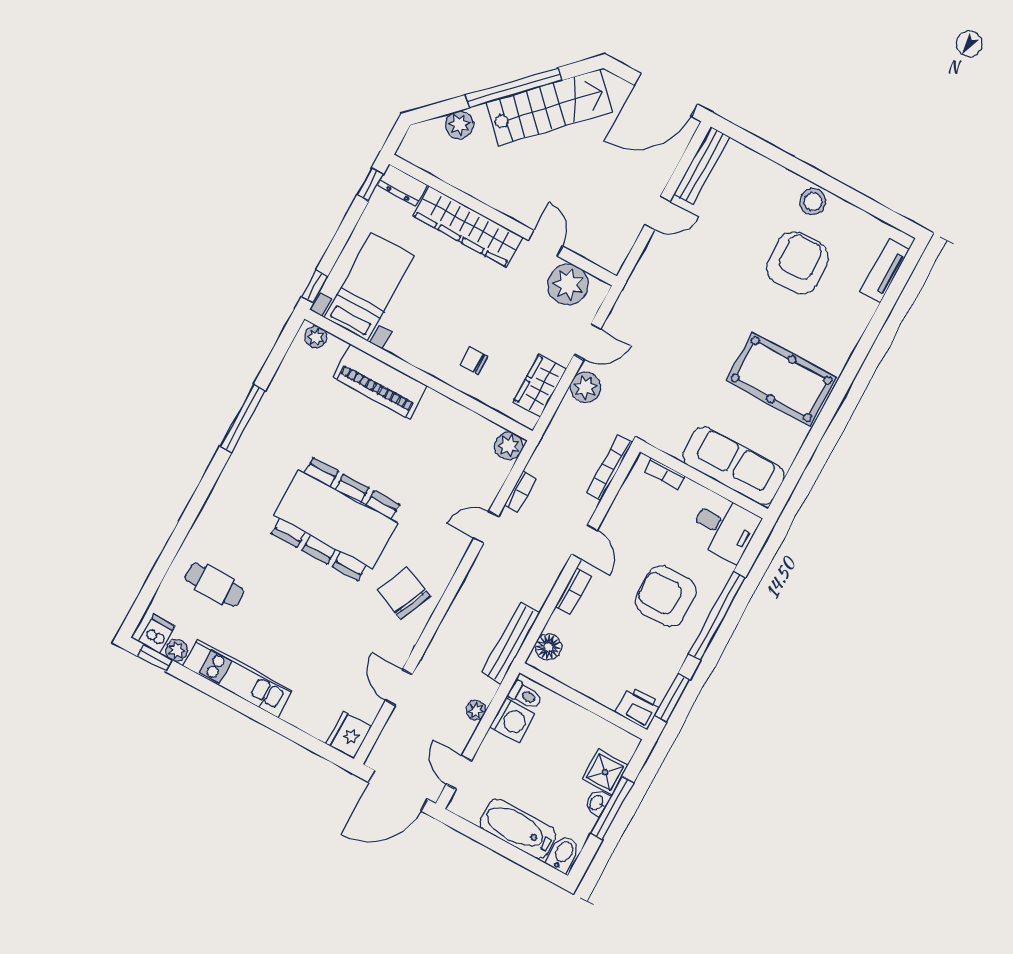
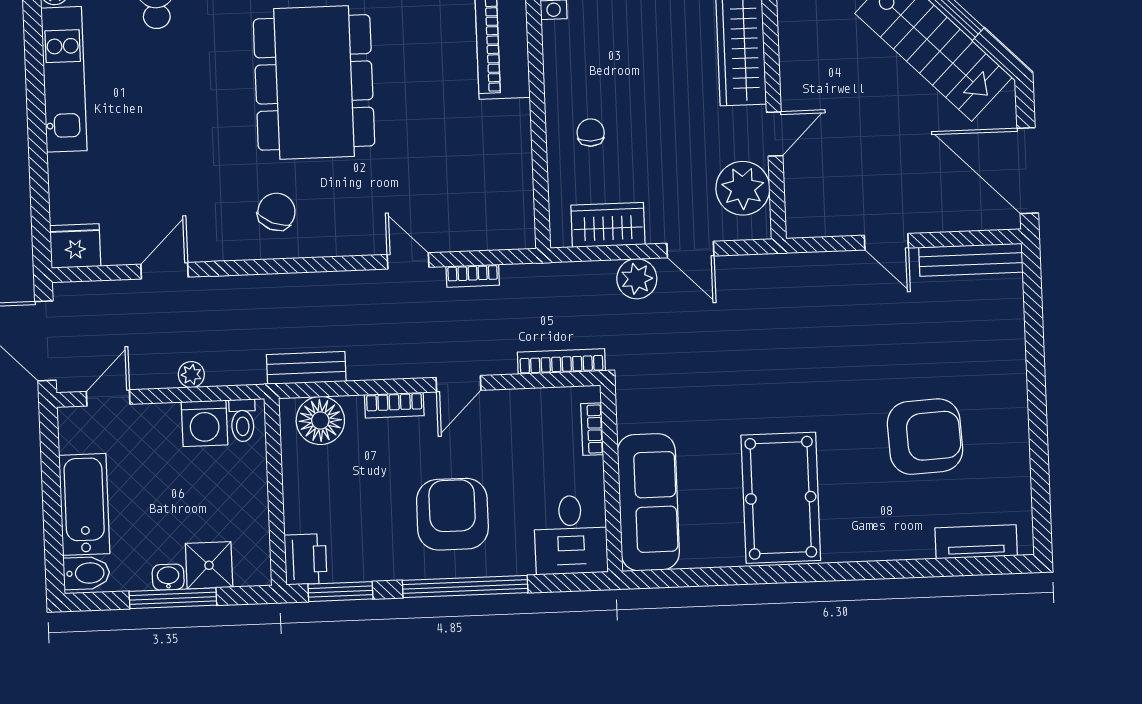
stool: (813, 202) -> (1006, 412), removed
plant: (509, 446) -> (517, 231), removed
chair: (404, 593) -> (276, 212), width x0.73, depth x0.73
bench: (511, 643) -> (306, 368), width x0.73
floor lamp: (548, 647) -> (320, 420), width x1.38, depth x1.38

